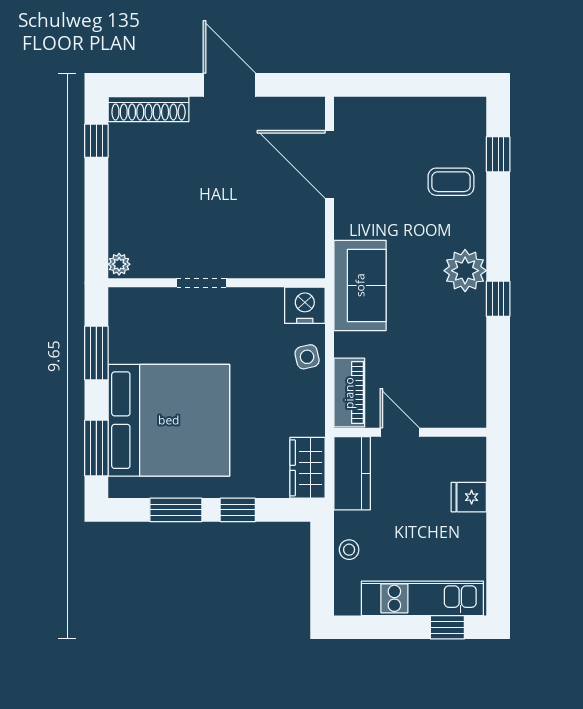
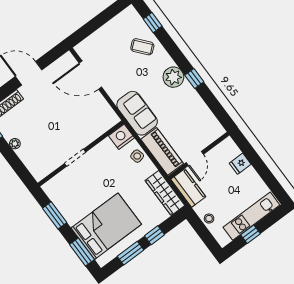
coffee table: (451, 182) -> (142, 47), turned 50
plant: (119, 264) -> (15, 144), moved
piano: (349, 393) -> (162, 151), width x1.37, depth x1.33
bed: (169, 420) -> (106, 226), width x0.73
door: (400, 432) -> (195, 158), swing flipped
wardrobe: (307, 468) -> (165, 193), width x1.50
window: (447, 627) -> (250, 234), moved

